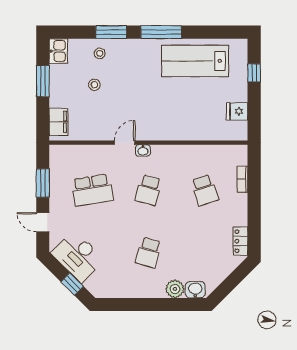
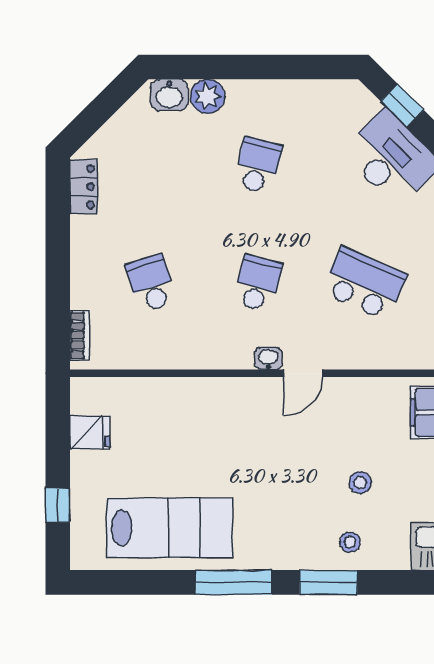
bookcase: (242, 179) -> (80, 335), moved
school desk: (92, 190) -> (364, 283), turned 33

